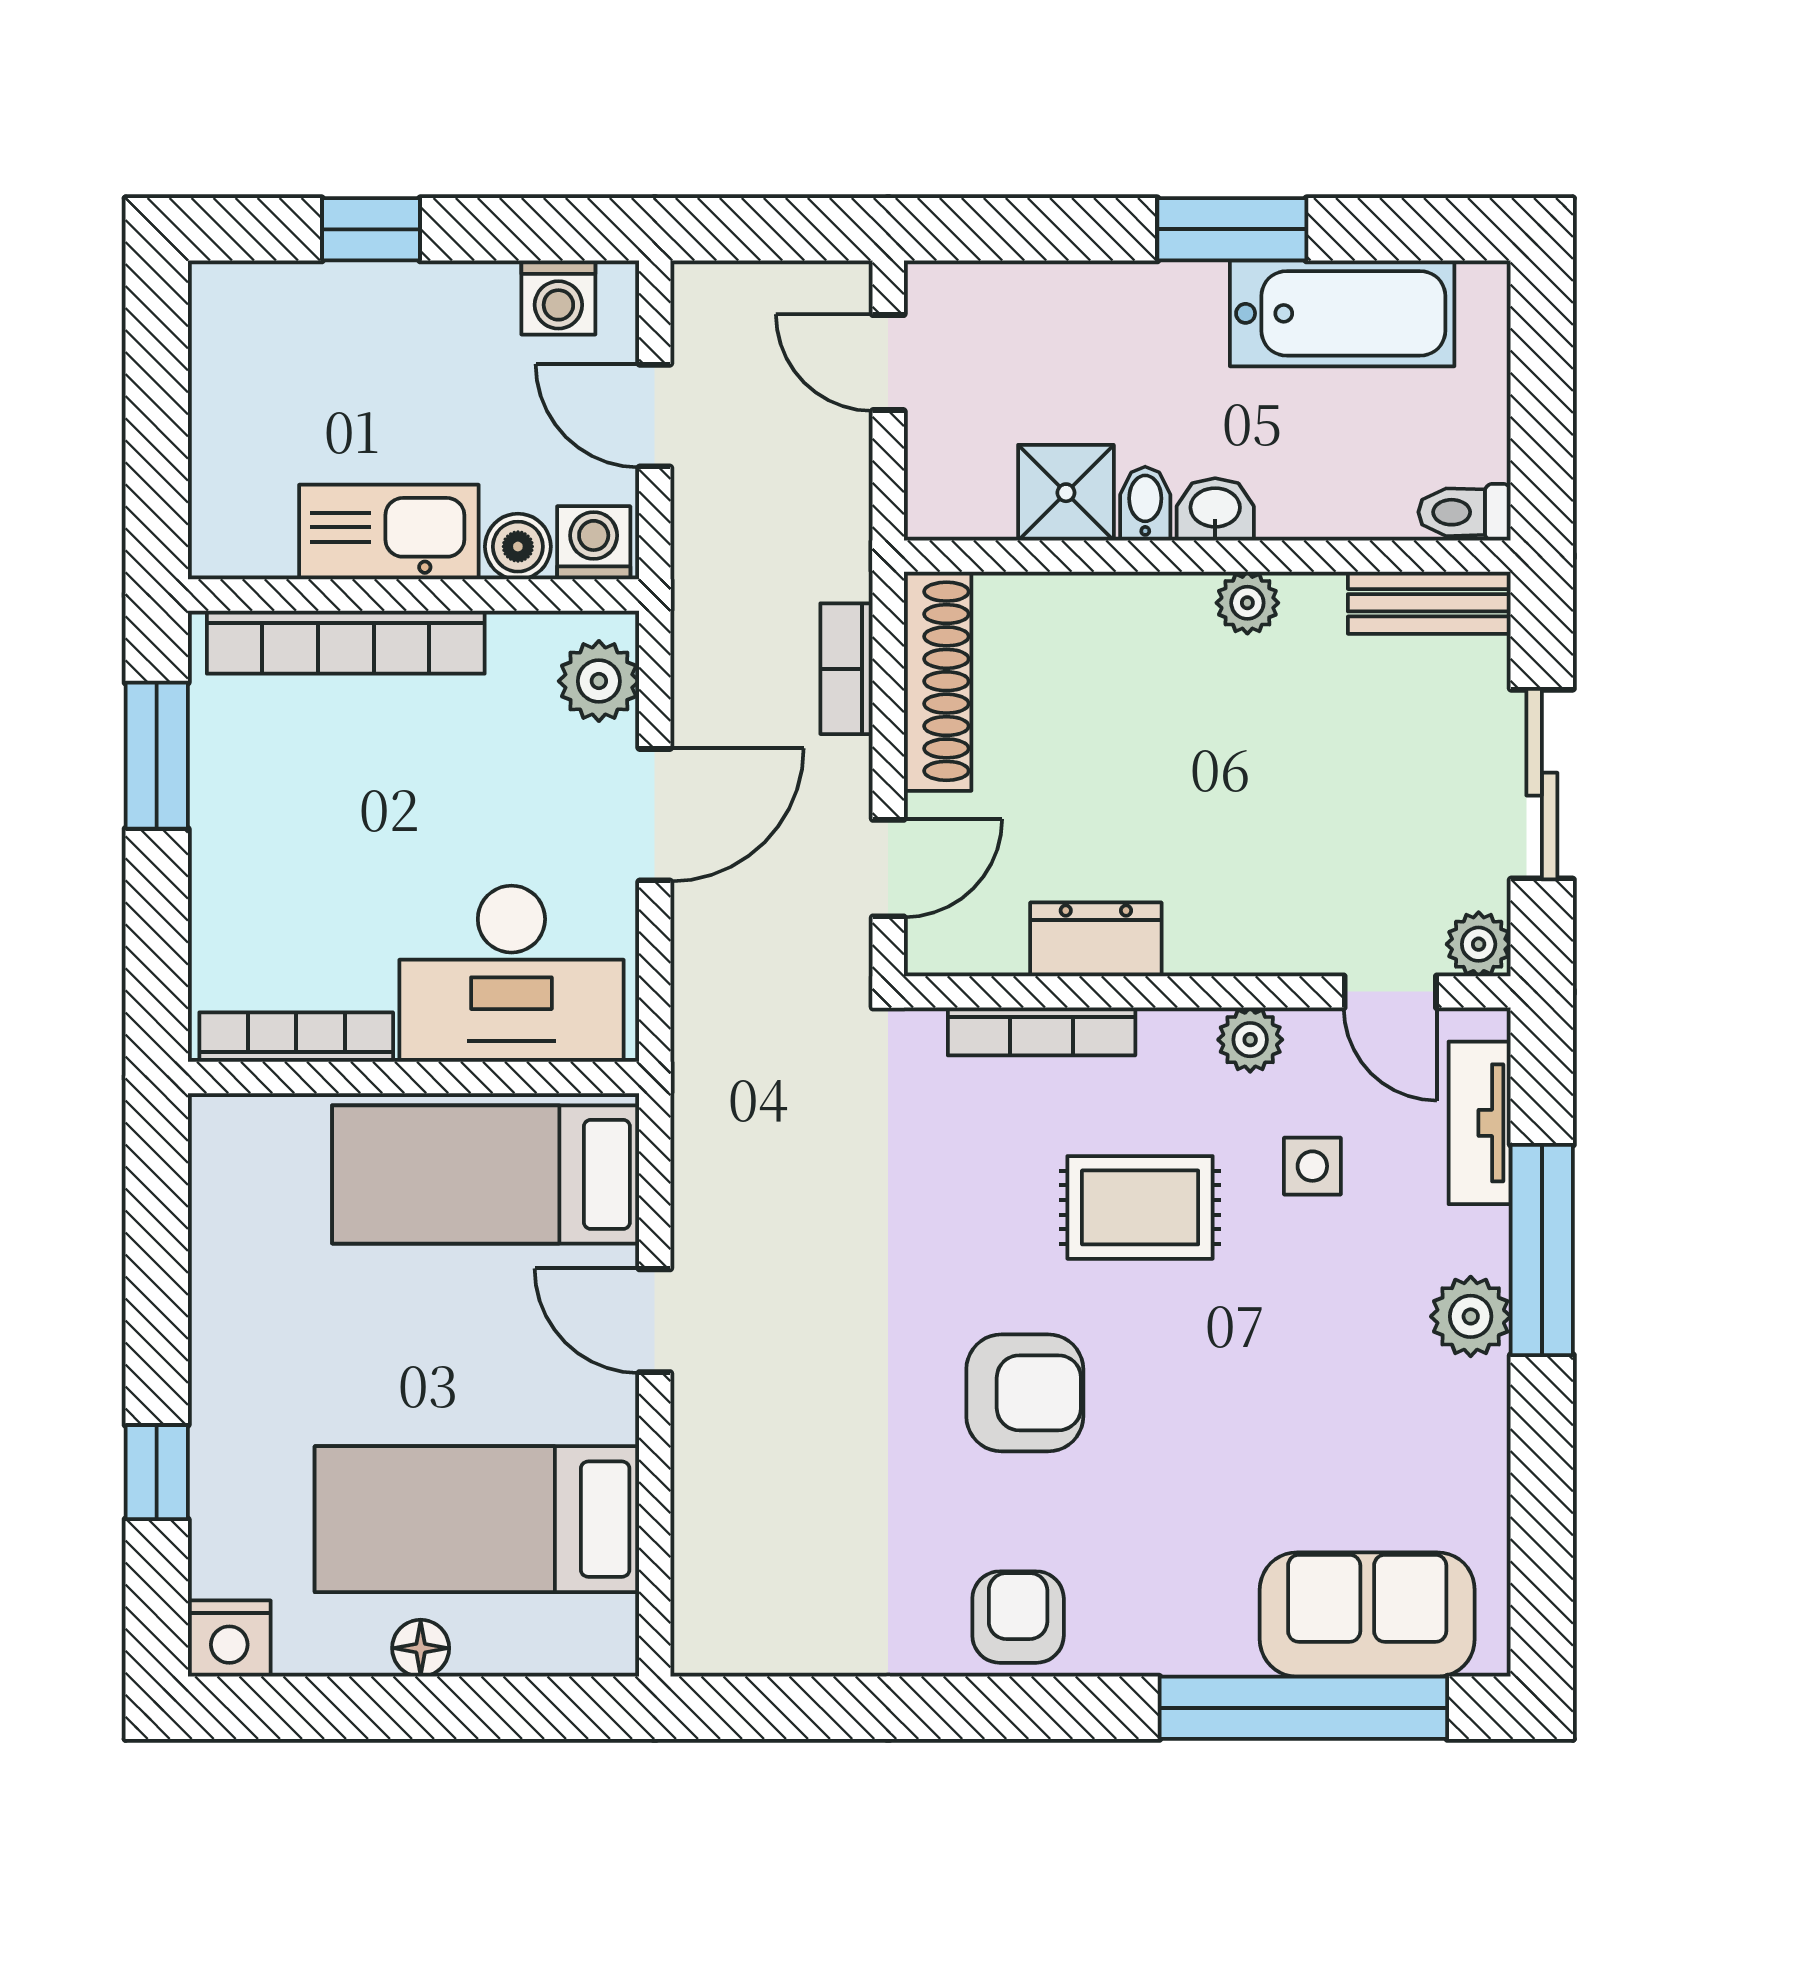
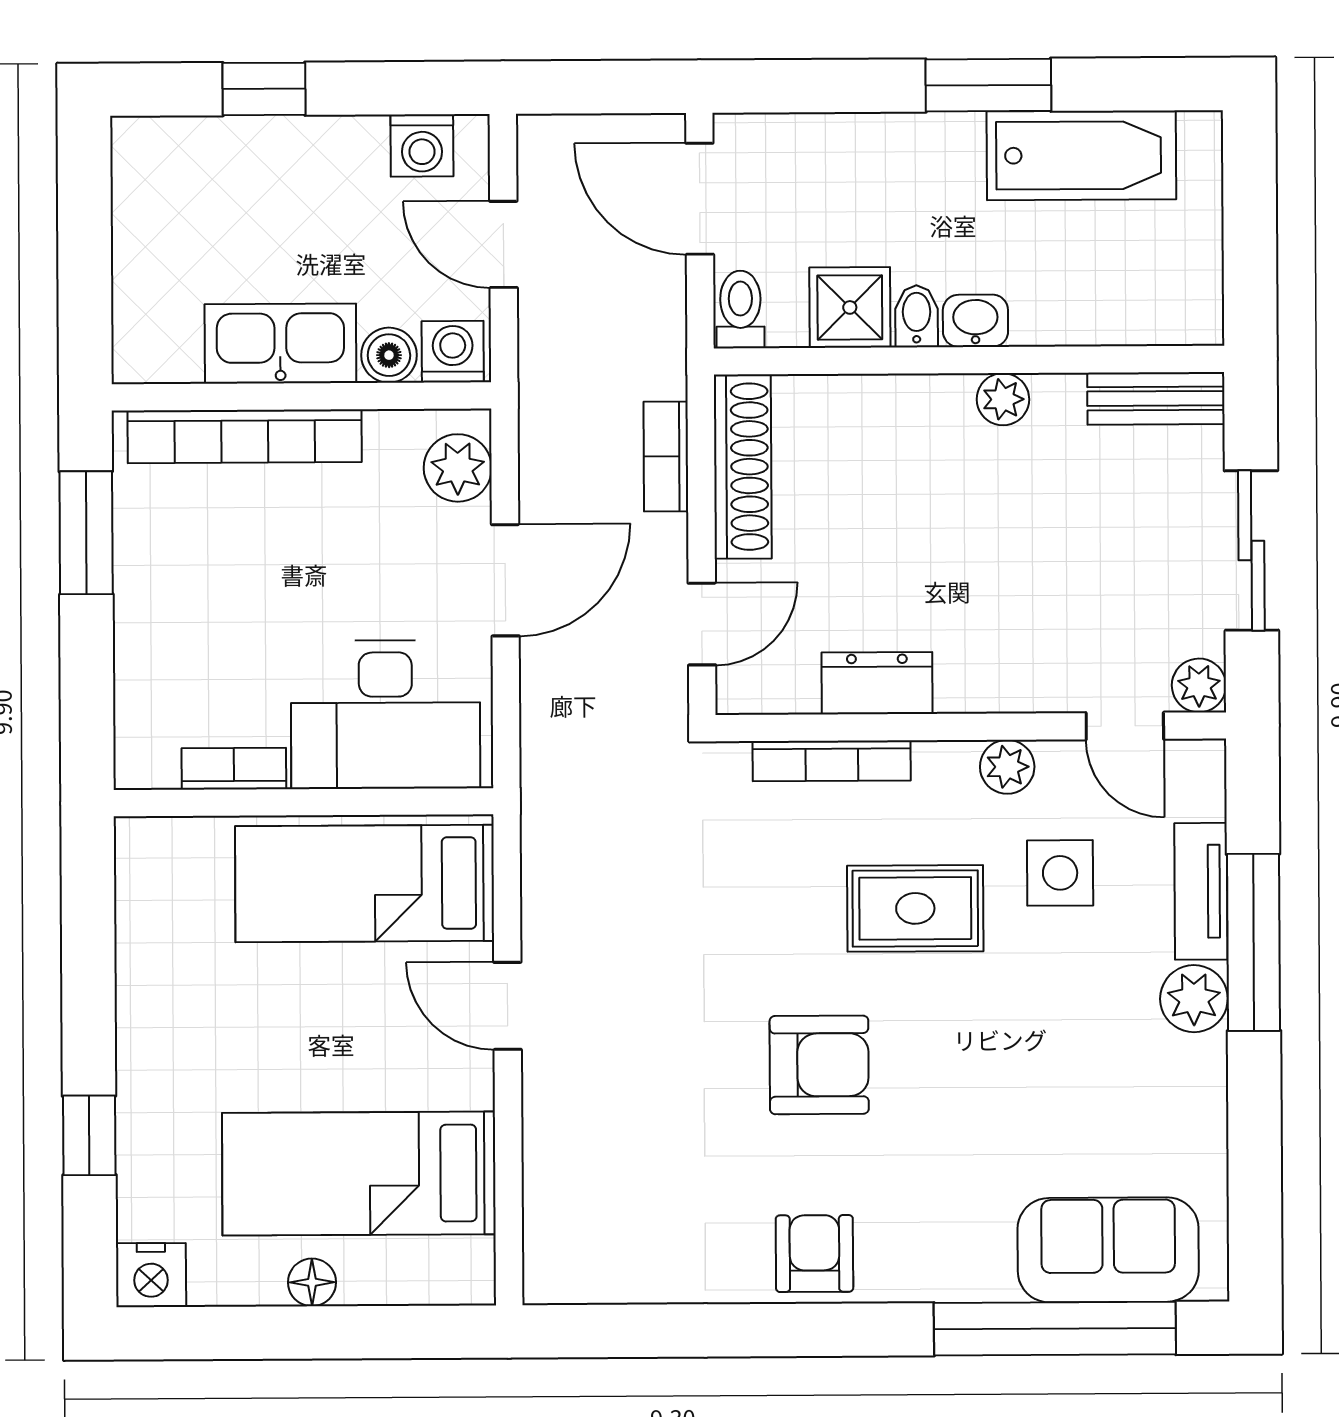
door: (888, 363) -> (700, 199), width x1.38
toilet: (1465, 512) -> (740, 309), moved, turned 90
bookcase: (296, 1037) -> (234, 769), width x0.64
tv unit: (1480, 1123) -> (1201, 891), moved
side table: (1312, 1166) -> (1060, 873), width x1.37, depth x1.37

